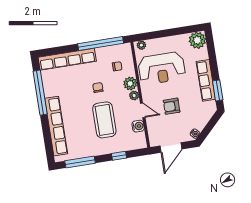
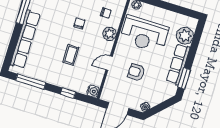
plant: (197, 40) -> (185, 36), moved
plant: (134, 95) -> (108, 46), removed
door: (143, 110) -> (109, 63), swing flipped
coffee table: (104, 120) -> (71, 55), width x0.54, depth x0.58
water cooler: (138, 126) -> (93, 91), moved

